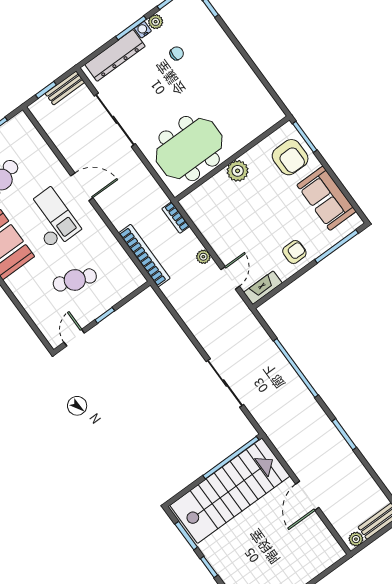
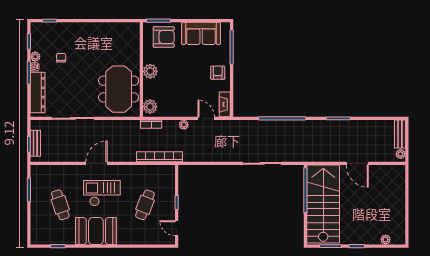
bench: (65, 88) -> (35, 143), moved
plant: (196, 201) -> (150, 107), added

